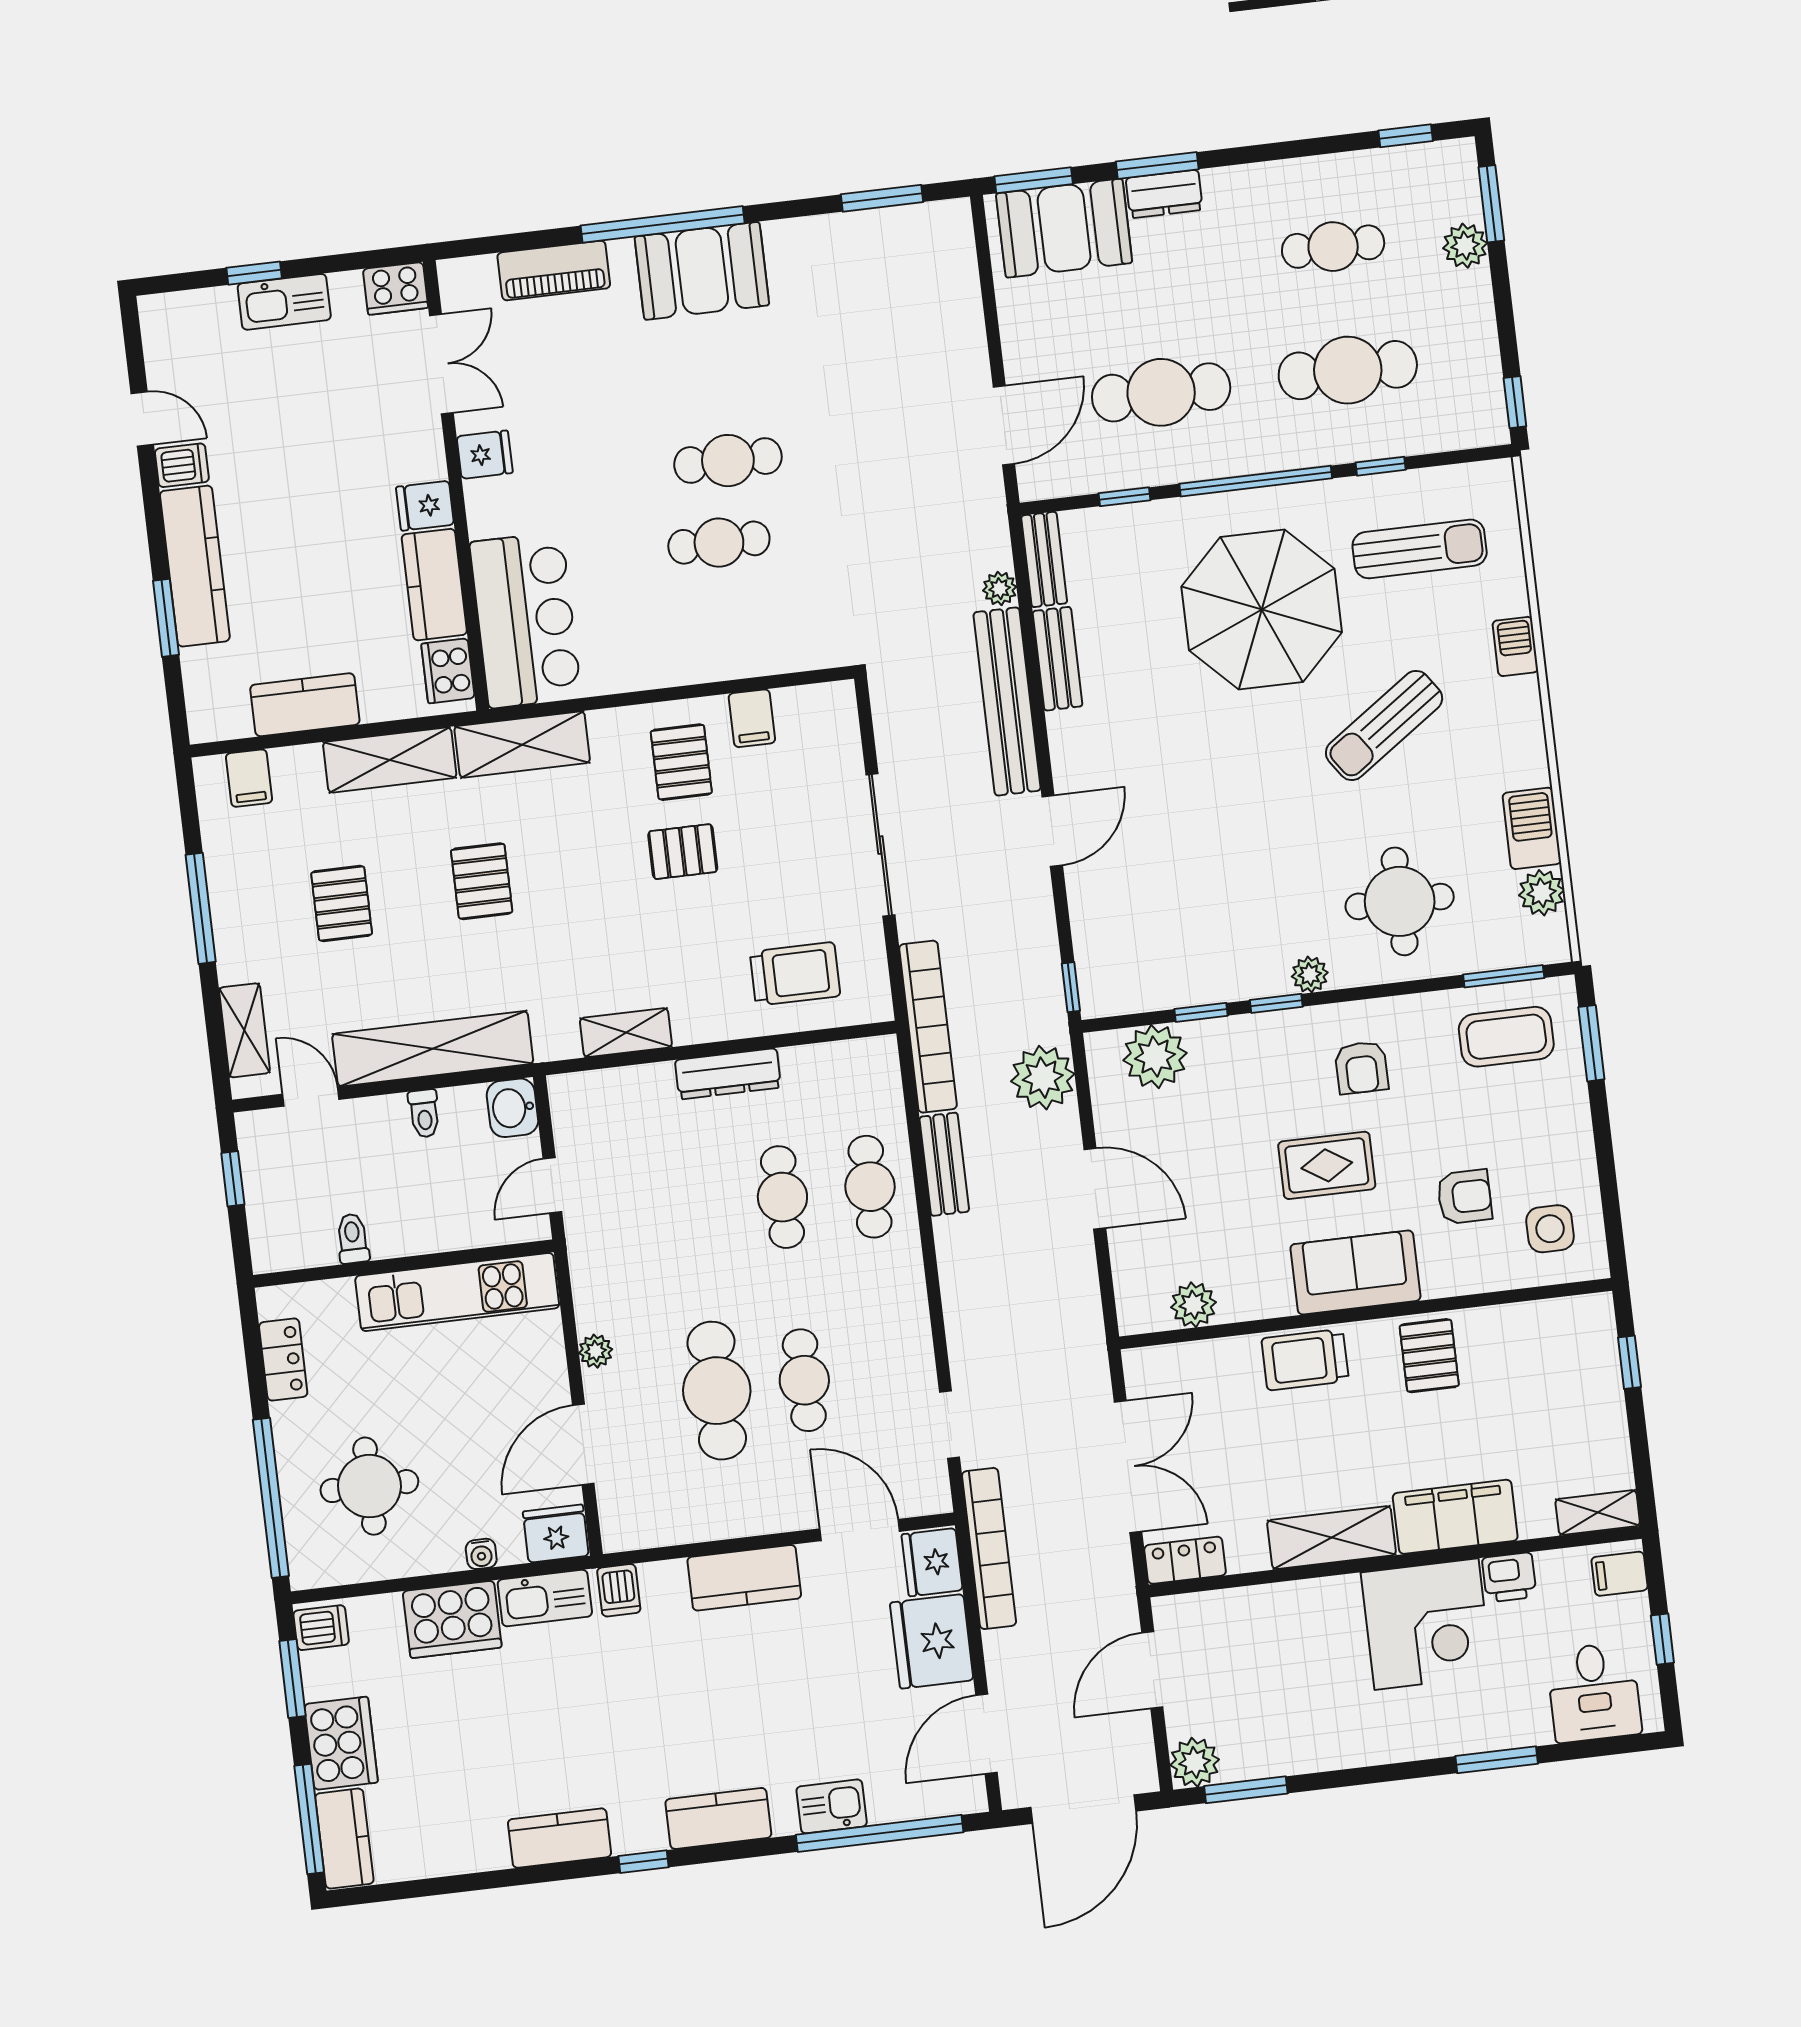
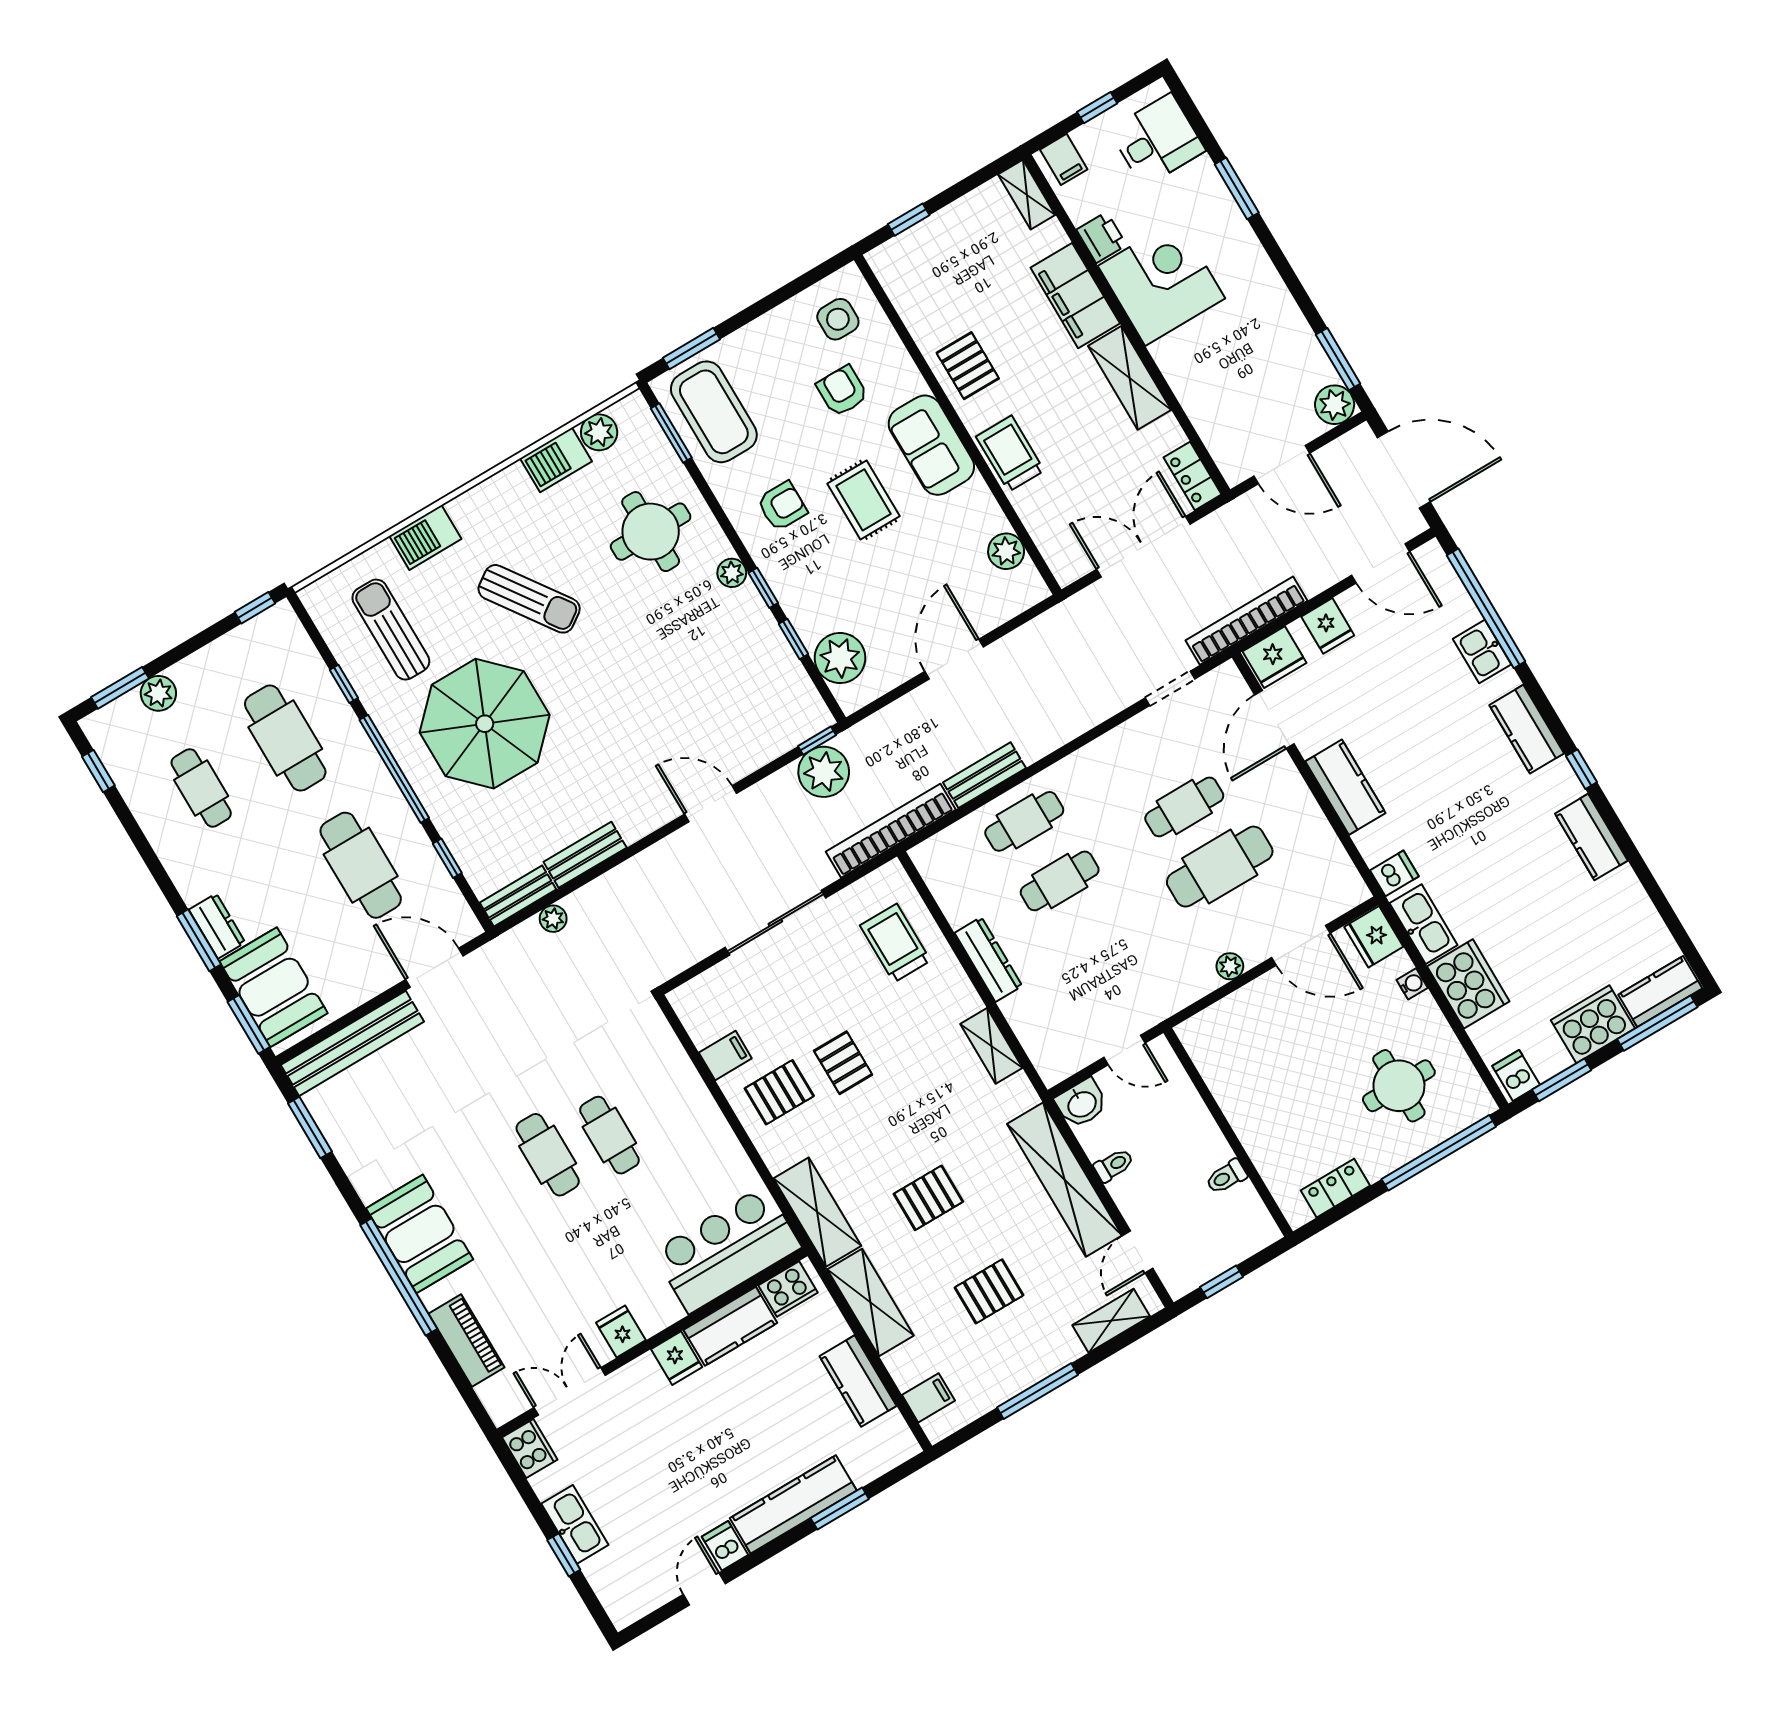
barbecue: (1515, 646) -> (425, 537), width x1.38, depth x1.27
bench: (1007, 701) -> (352, 1043), moved
coffee table: (1506, 1037) -> (714, 412), width x1.36, depth x1.32
plant: (1043, 1078) -> (824, 772), moved
kitchen unit: (457, 1292) -> (1231, 1085), removed
pallet: (1429, 1356) -> (968, 366), turned 90
trolley: (1305, 1360) -> (1010, 454), turned 180
fridge: (932, 1641) -> (1328, 626), width x0.53, depth x0.75

